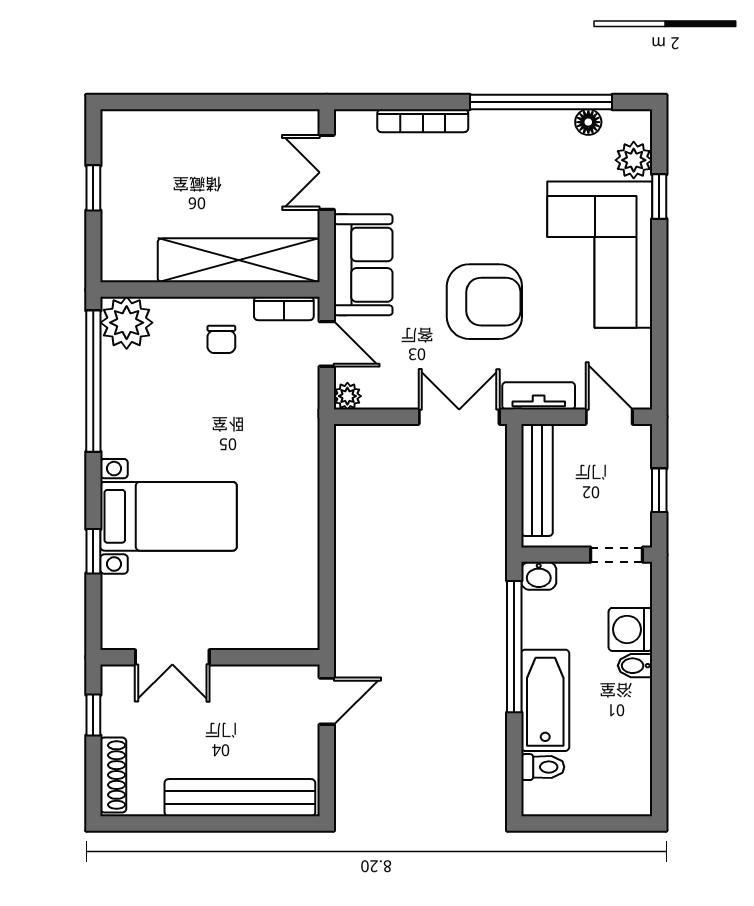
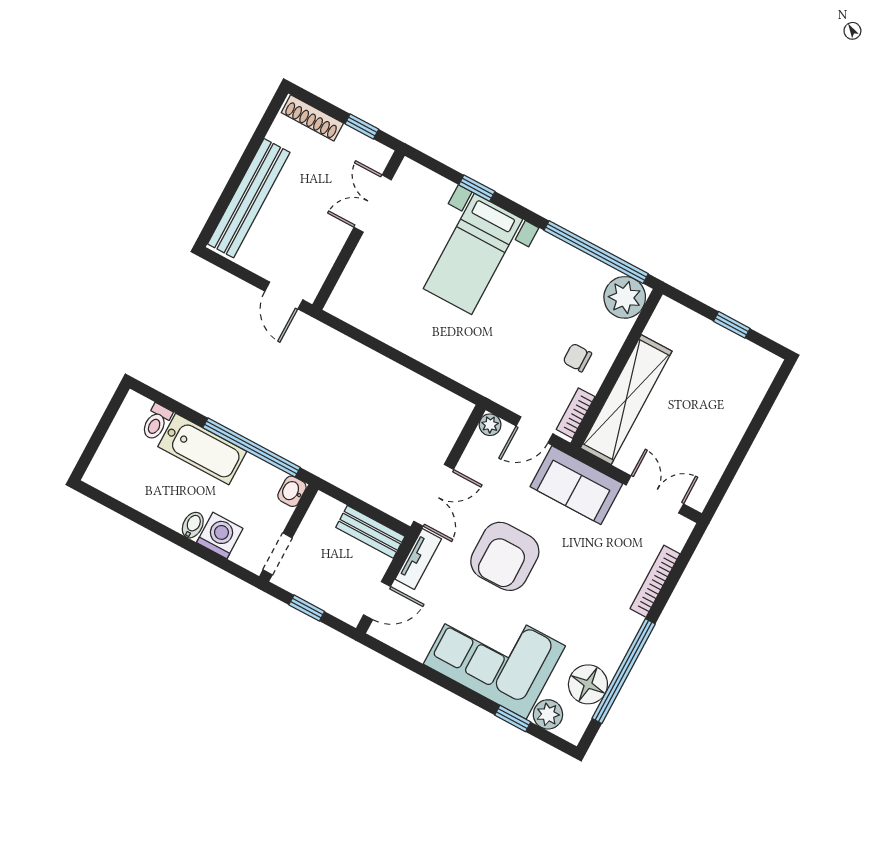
floor lamp: (588, 122) -> (588, 684), width x1.89, depth x1.89
bench: (537, 480) -> (370, 532), width x0.73

